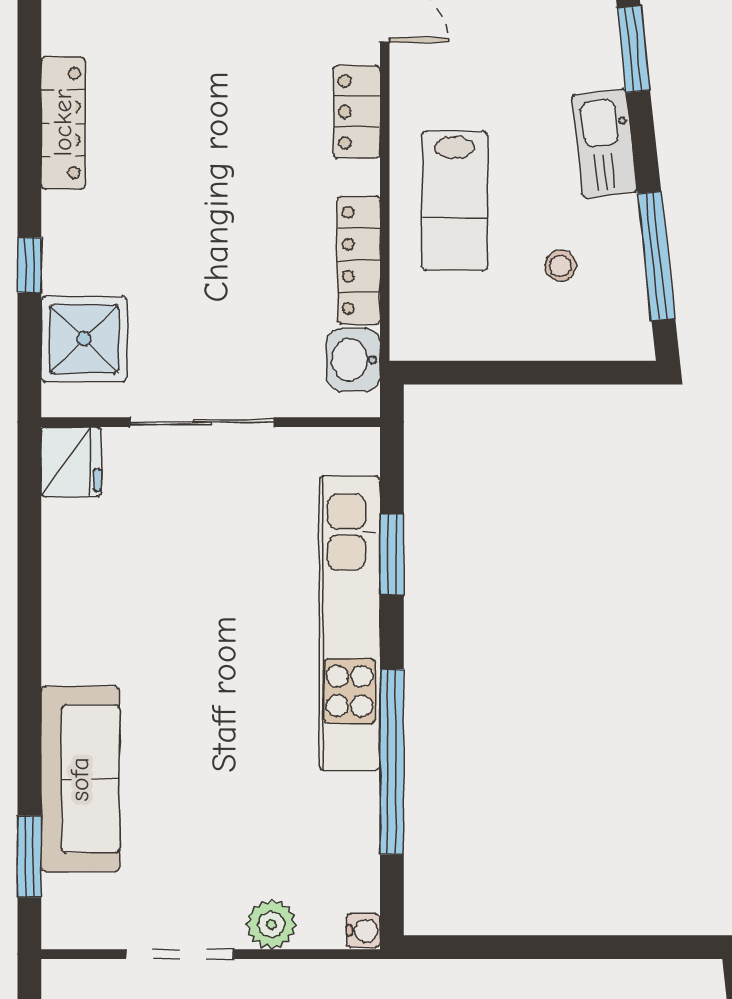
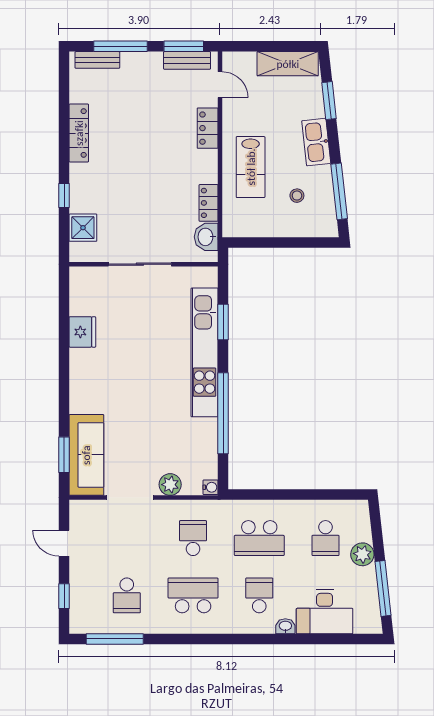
locker: (359, 260) -> (209, 203), width x0.66
shower: (84, 339) -> (83, 228), width x0.73, depth x0.73
fridge: (71, 462) -> (82, 332), moved
sofa: (80, 779) -> (86, 455), moved

